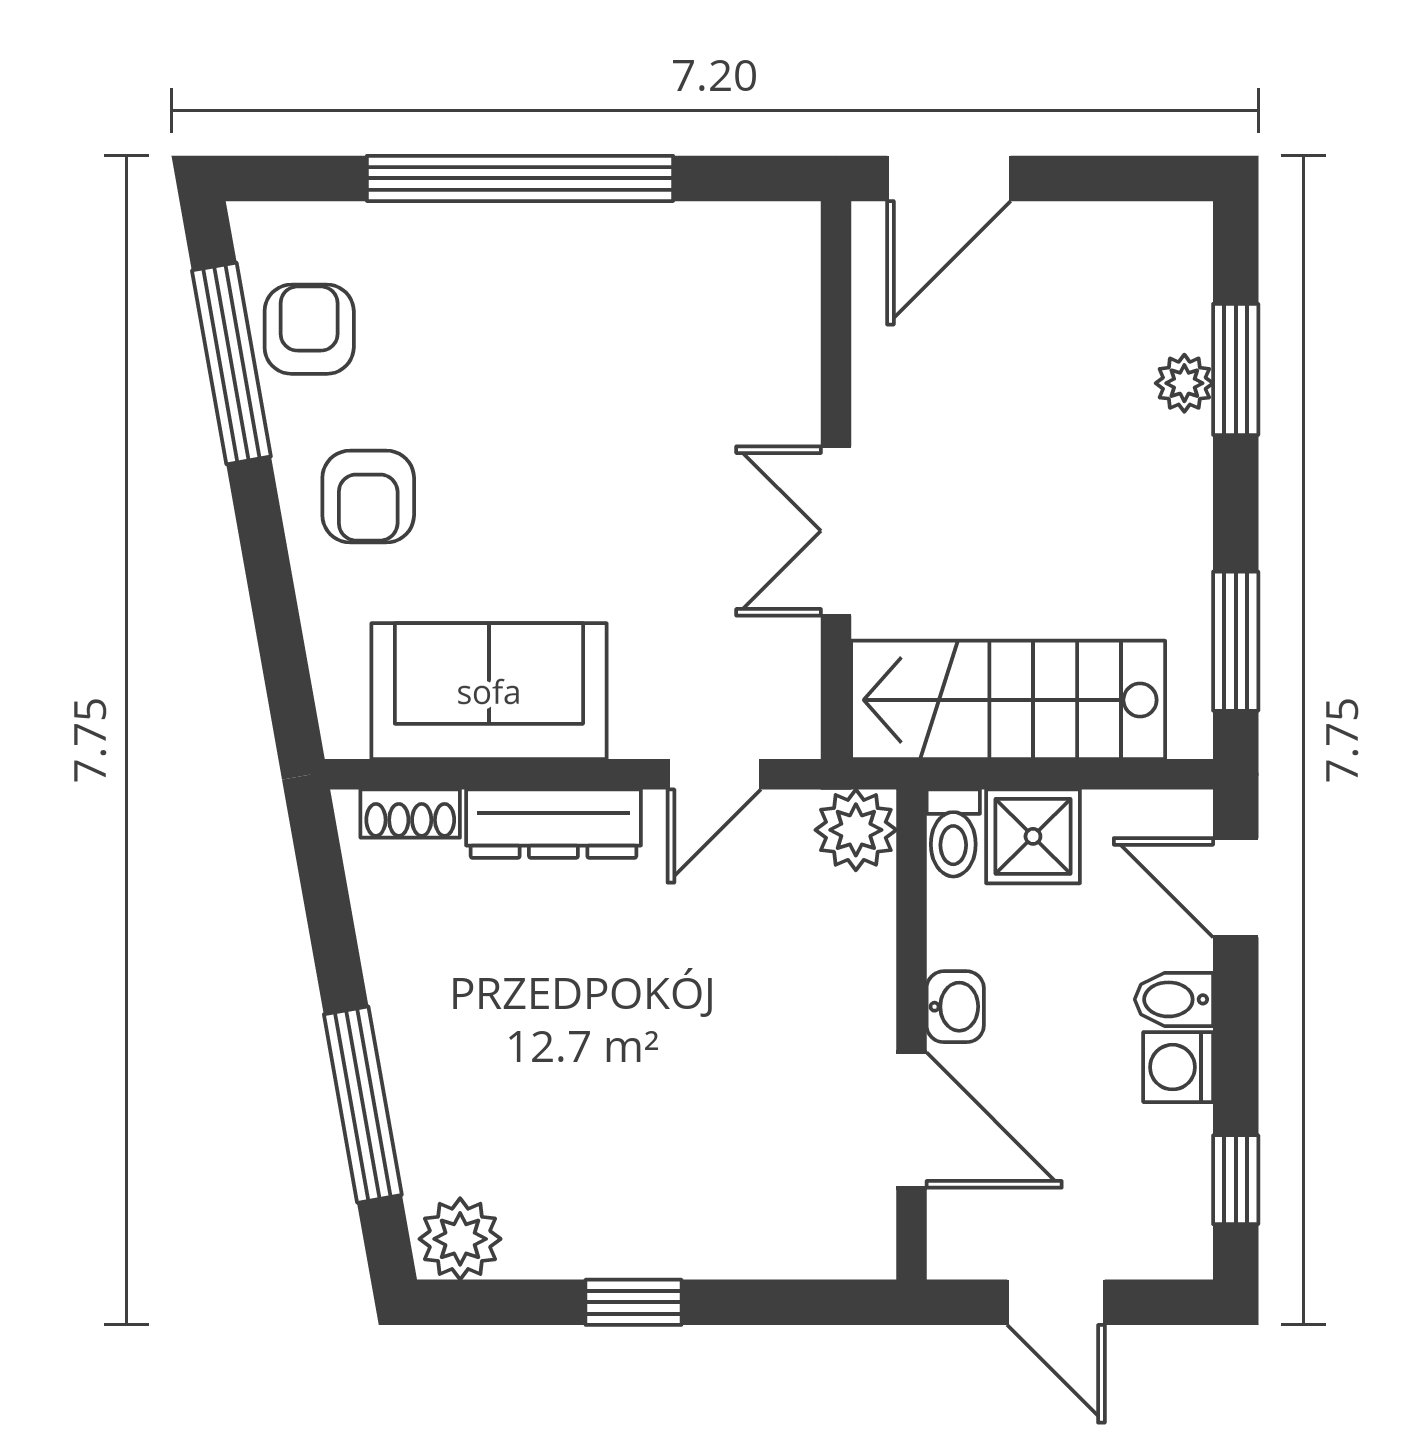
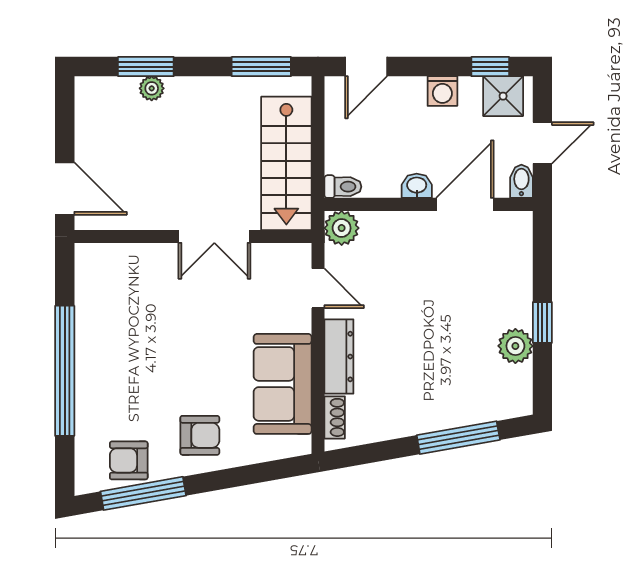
shower: (1033, 836) -> (503, 96), moved
bidet: (1174, 999) -> (521, 181), moved, turned 180
plant: (460, 1239) -> (515, 346), moved

